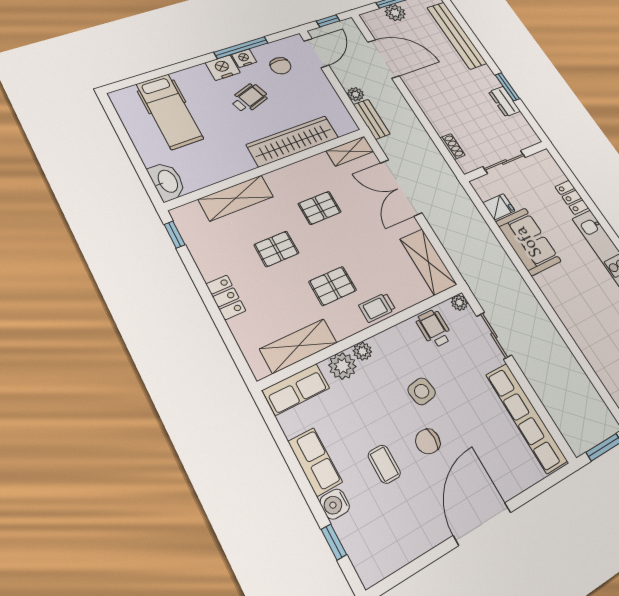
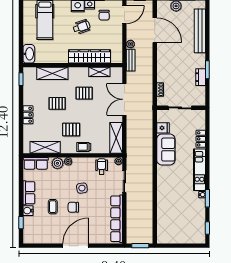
shelving: (350, 151) -> (99, 72), moved

